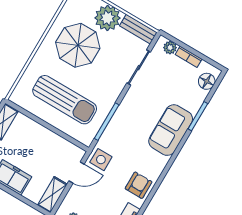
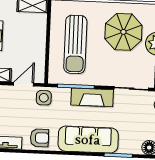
fireplace: (126, 111) -> (92, 97), added
sofa: (171, 130) -> (88, 140), width x1.36
door: (77, 172) -> (24, 84), swing flipped

